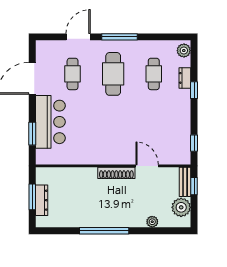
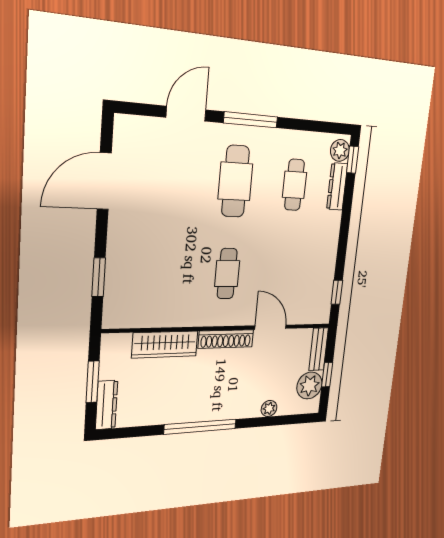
cafe table: (73, 74) -> (227, 274), moved
dresser: (185, 78) -> (337, 187), width x1.44
window: (194, 90) -> (353, 160), moved
bar counter: (50, 122) -> (130, 258), removed
wardrobe: (76, 175) -> (165, 344), added
window: (194, 186) -> (327, 375), moved
dresser: (42, 200) -> (107, 405), moved

